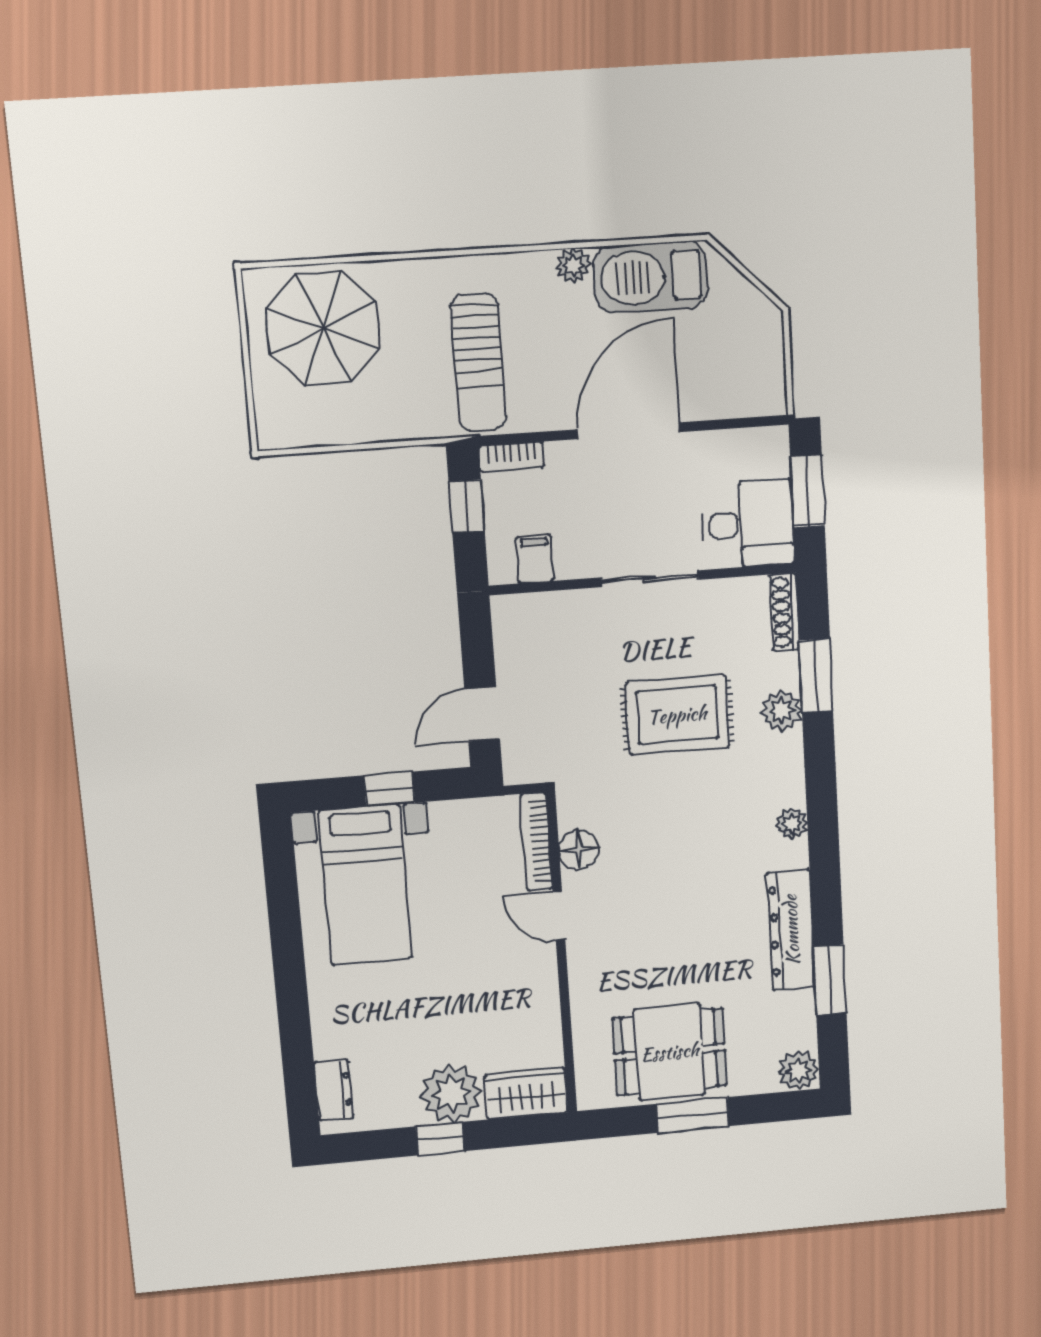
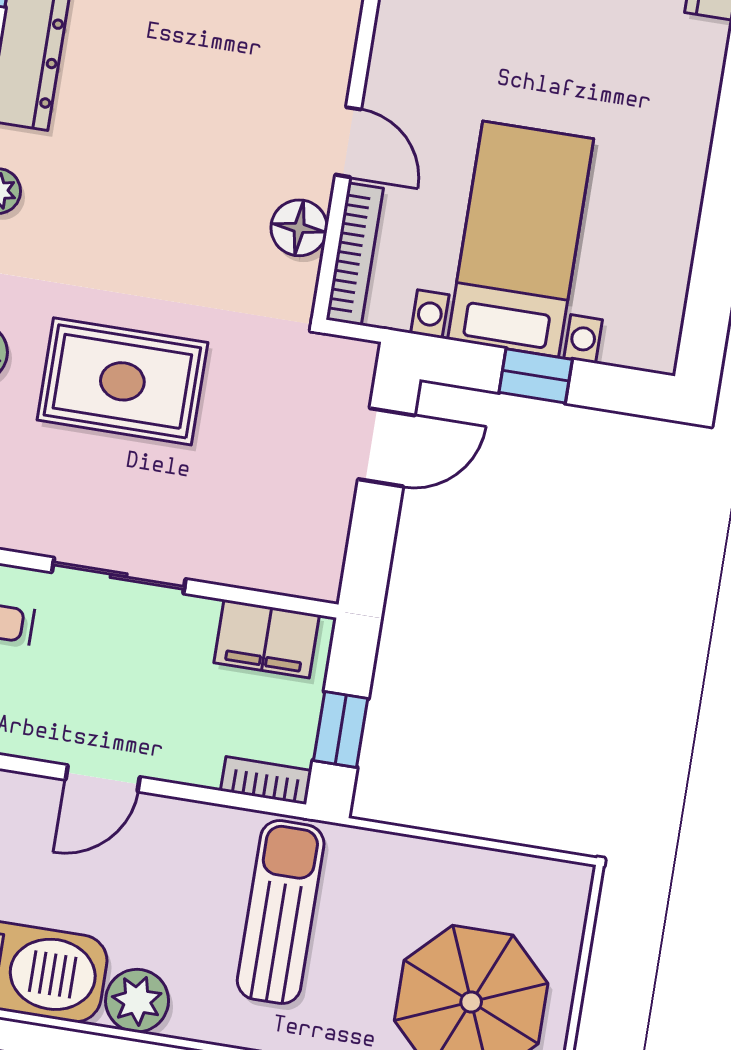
plant: (573, 266) -> (137, 1001), width x1.38, depth x1.38
door: (629, 431) -> (103, 778), width x0.53
filing cabinet: (535, 559) -> (267, 639), width x2.00
bed with nightstands: (365, 885) -> (521, 239), moved

